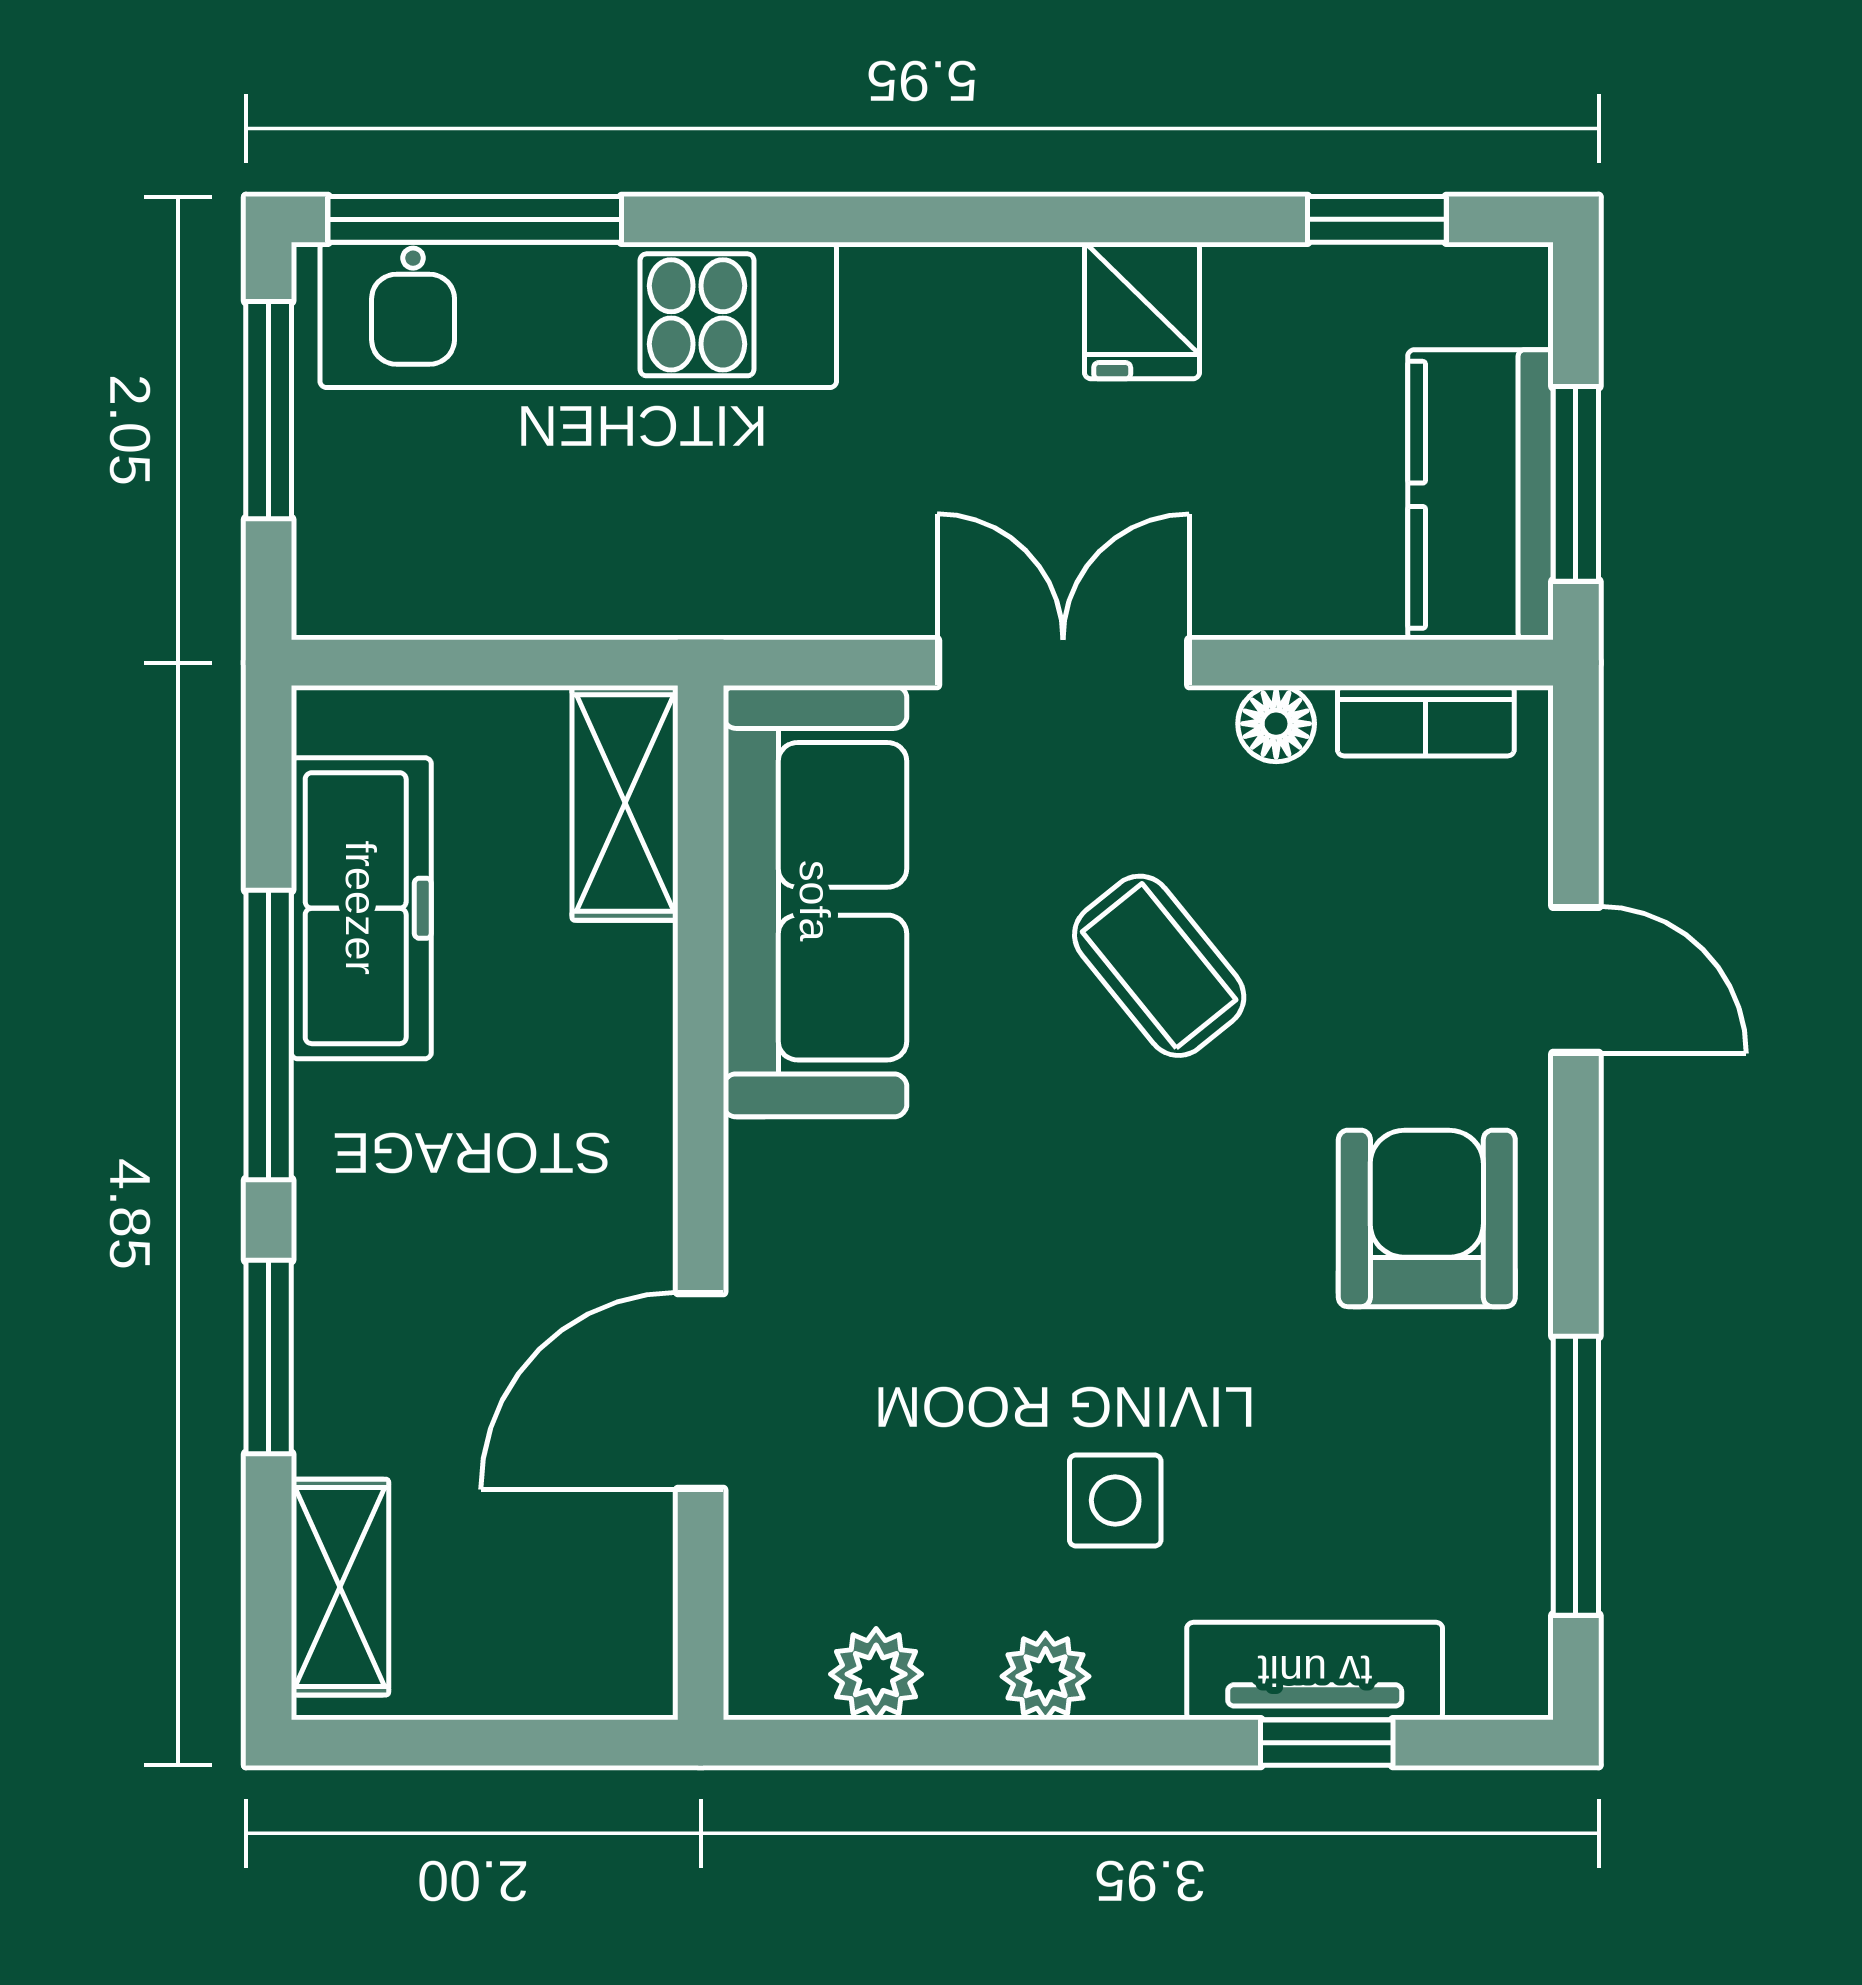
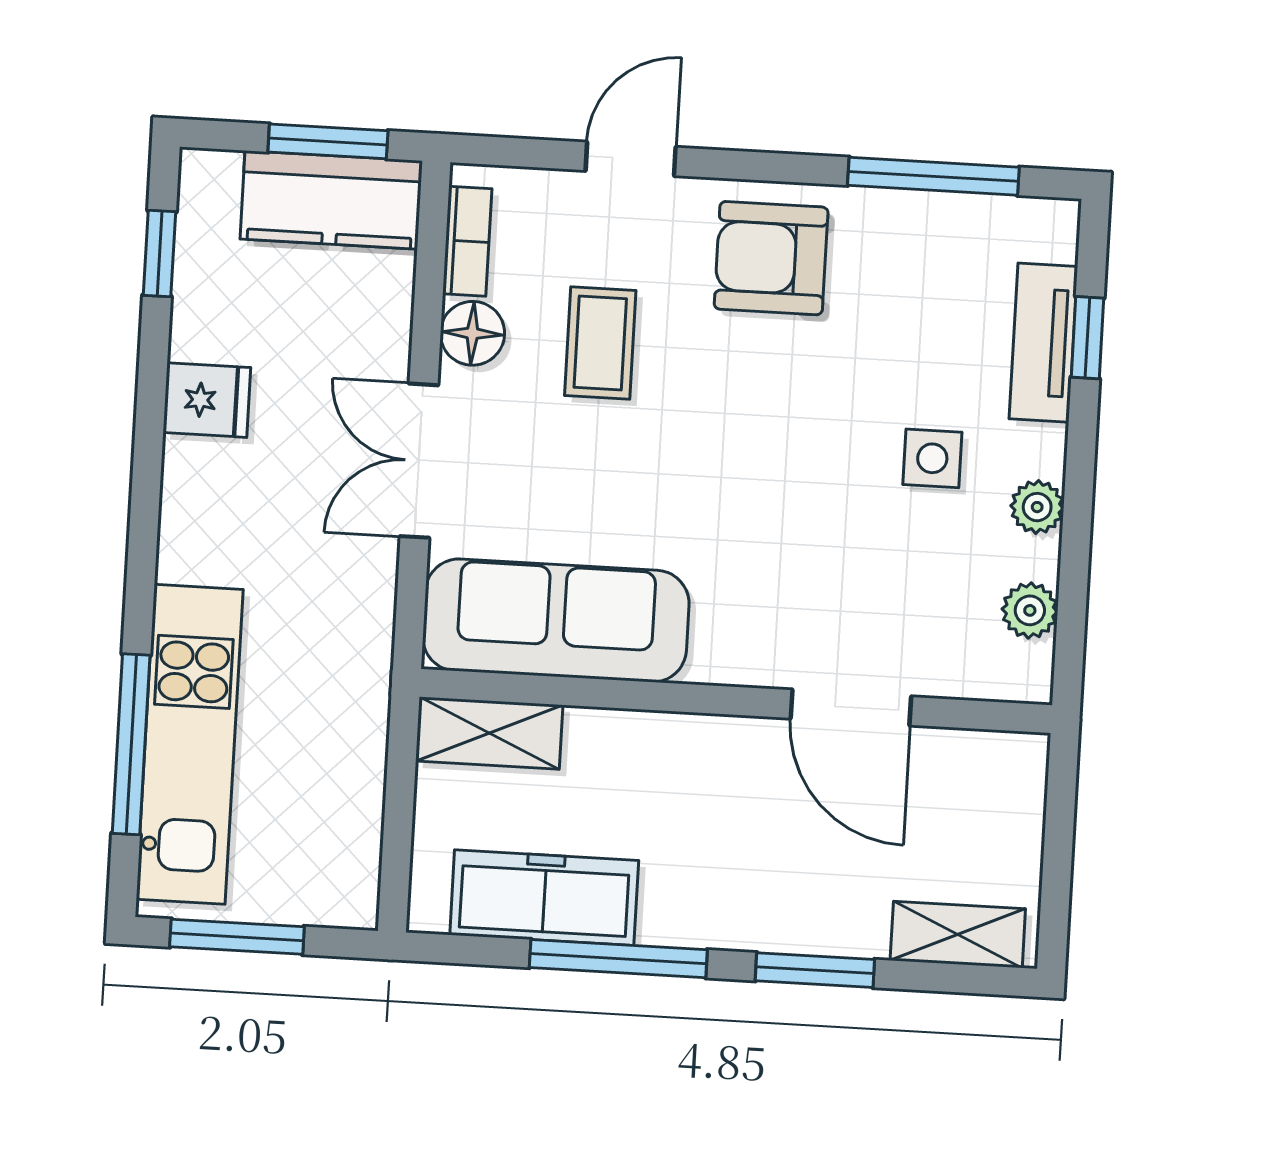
window: (475, 219) -> (131, 744), moved
floor lamp: (1276, 724) -> (472, 333), width x1.37, depth x1.37
coffee table: (1159, 966) -> (600, 343), moved, turned -51

